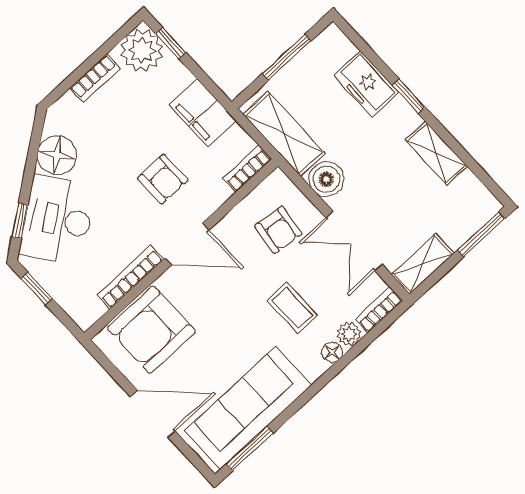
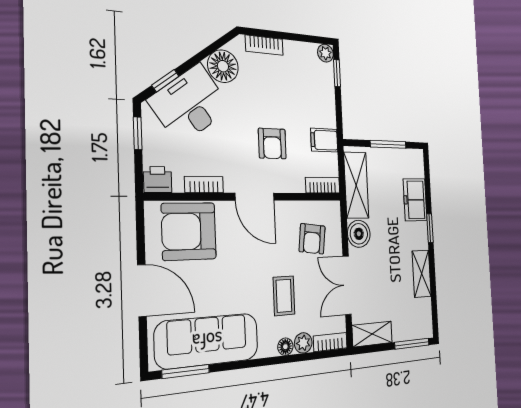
plant: (142, 50) -> (325, 53), width x0.53, depth x0.53
bookcase: (95, 78) -> (264, 45), moved
filing cabinet: (203, 113) -> (324, 140), width x0.50
bookcase: (130, 277) -> (204, 185), width x0.64
printer: (87, 311) -> (158, 180), added

